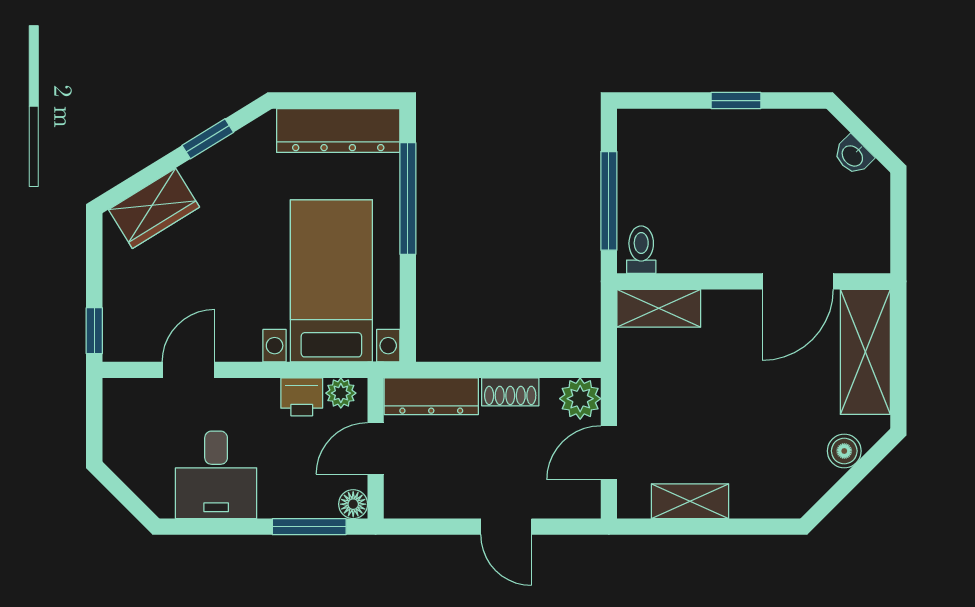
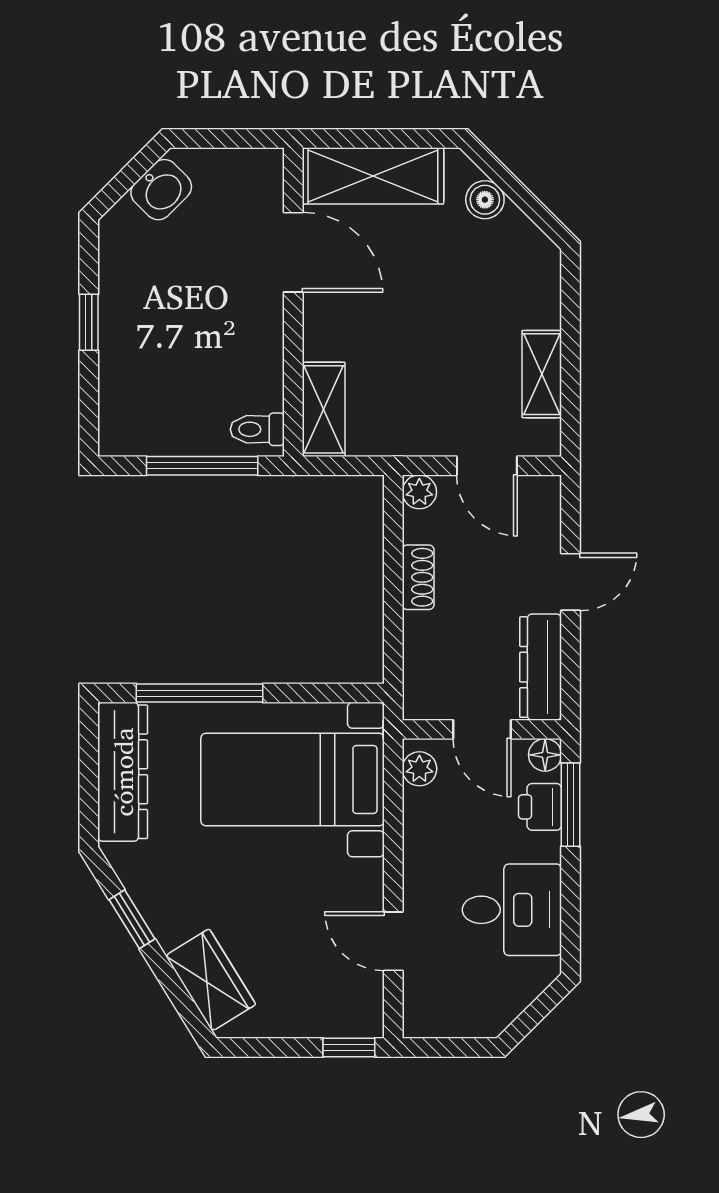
washbasin: (853, 155) -> (161, 190), width x1.38, depth x1.45
dresser: (431, 396) -> (541, 667), moved, turned 180
printer: (302, 397) -> (540, 807), moved, turned 180
plant: (580, 399) -> (419, 492), width x0.73, depth x0.73

